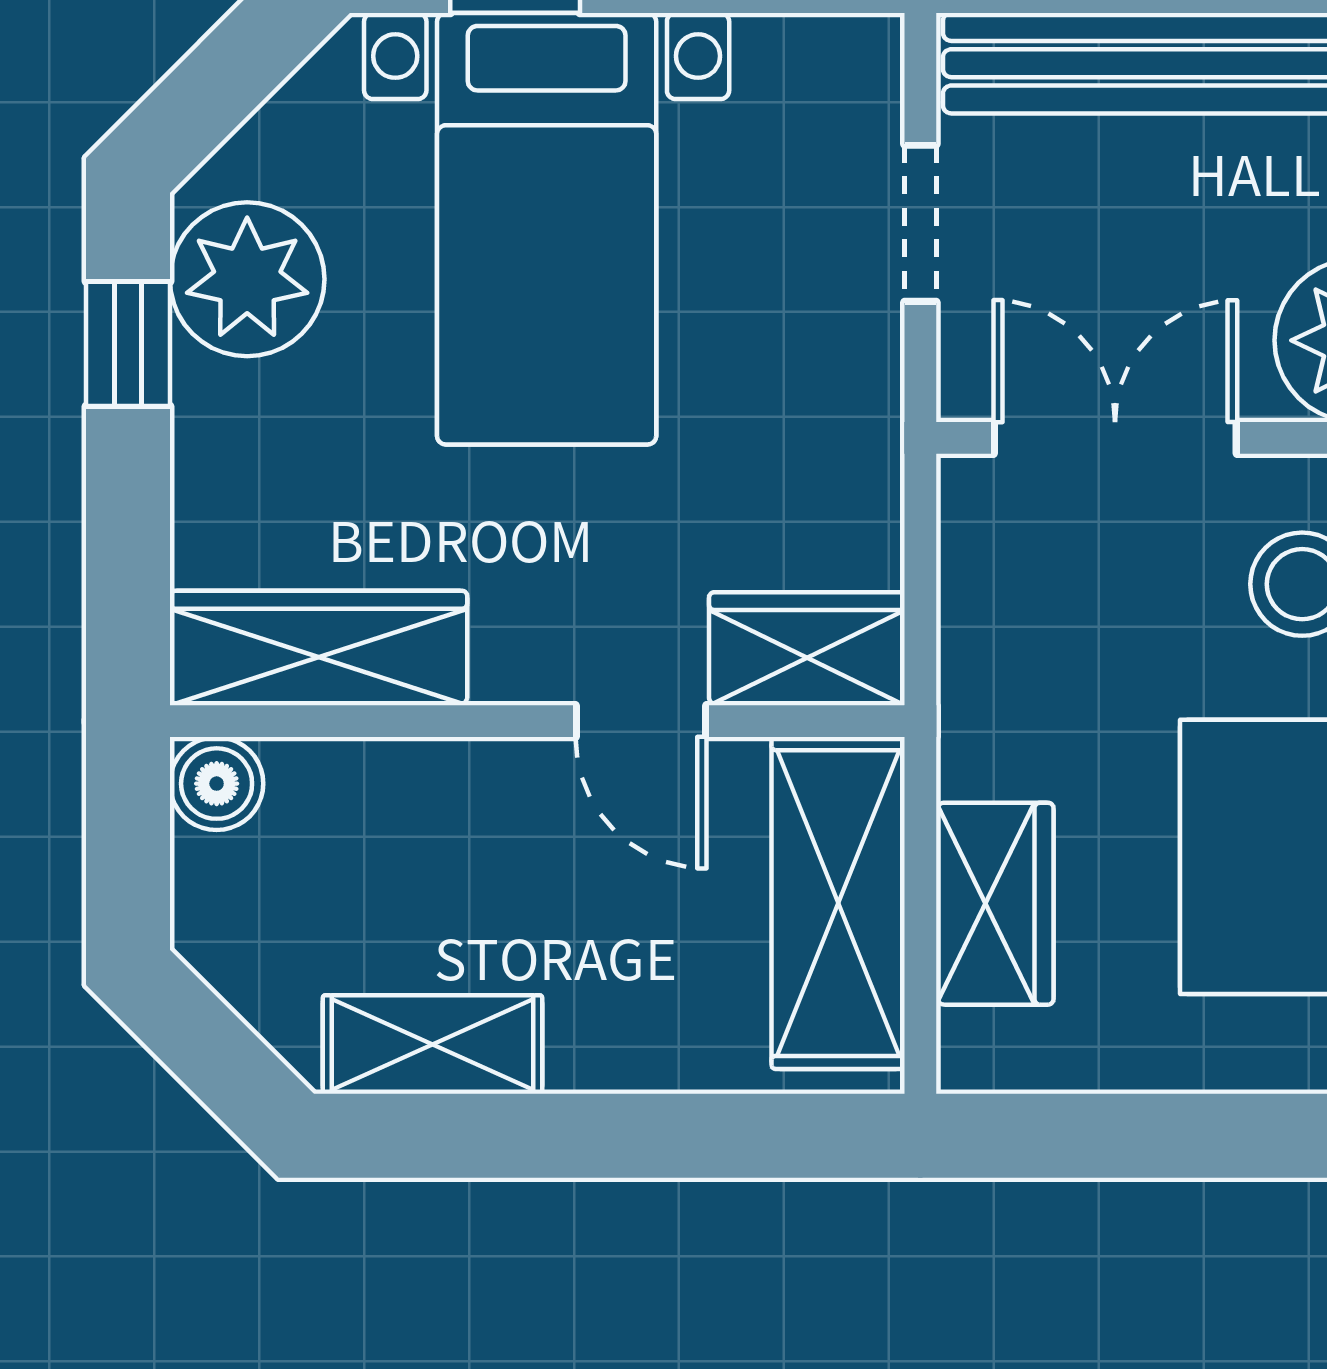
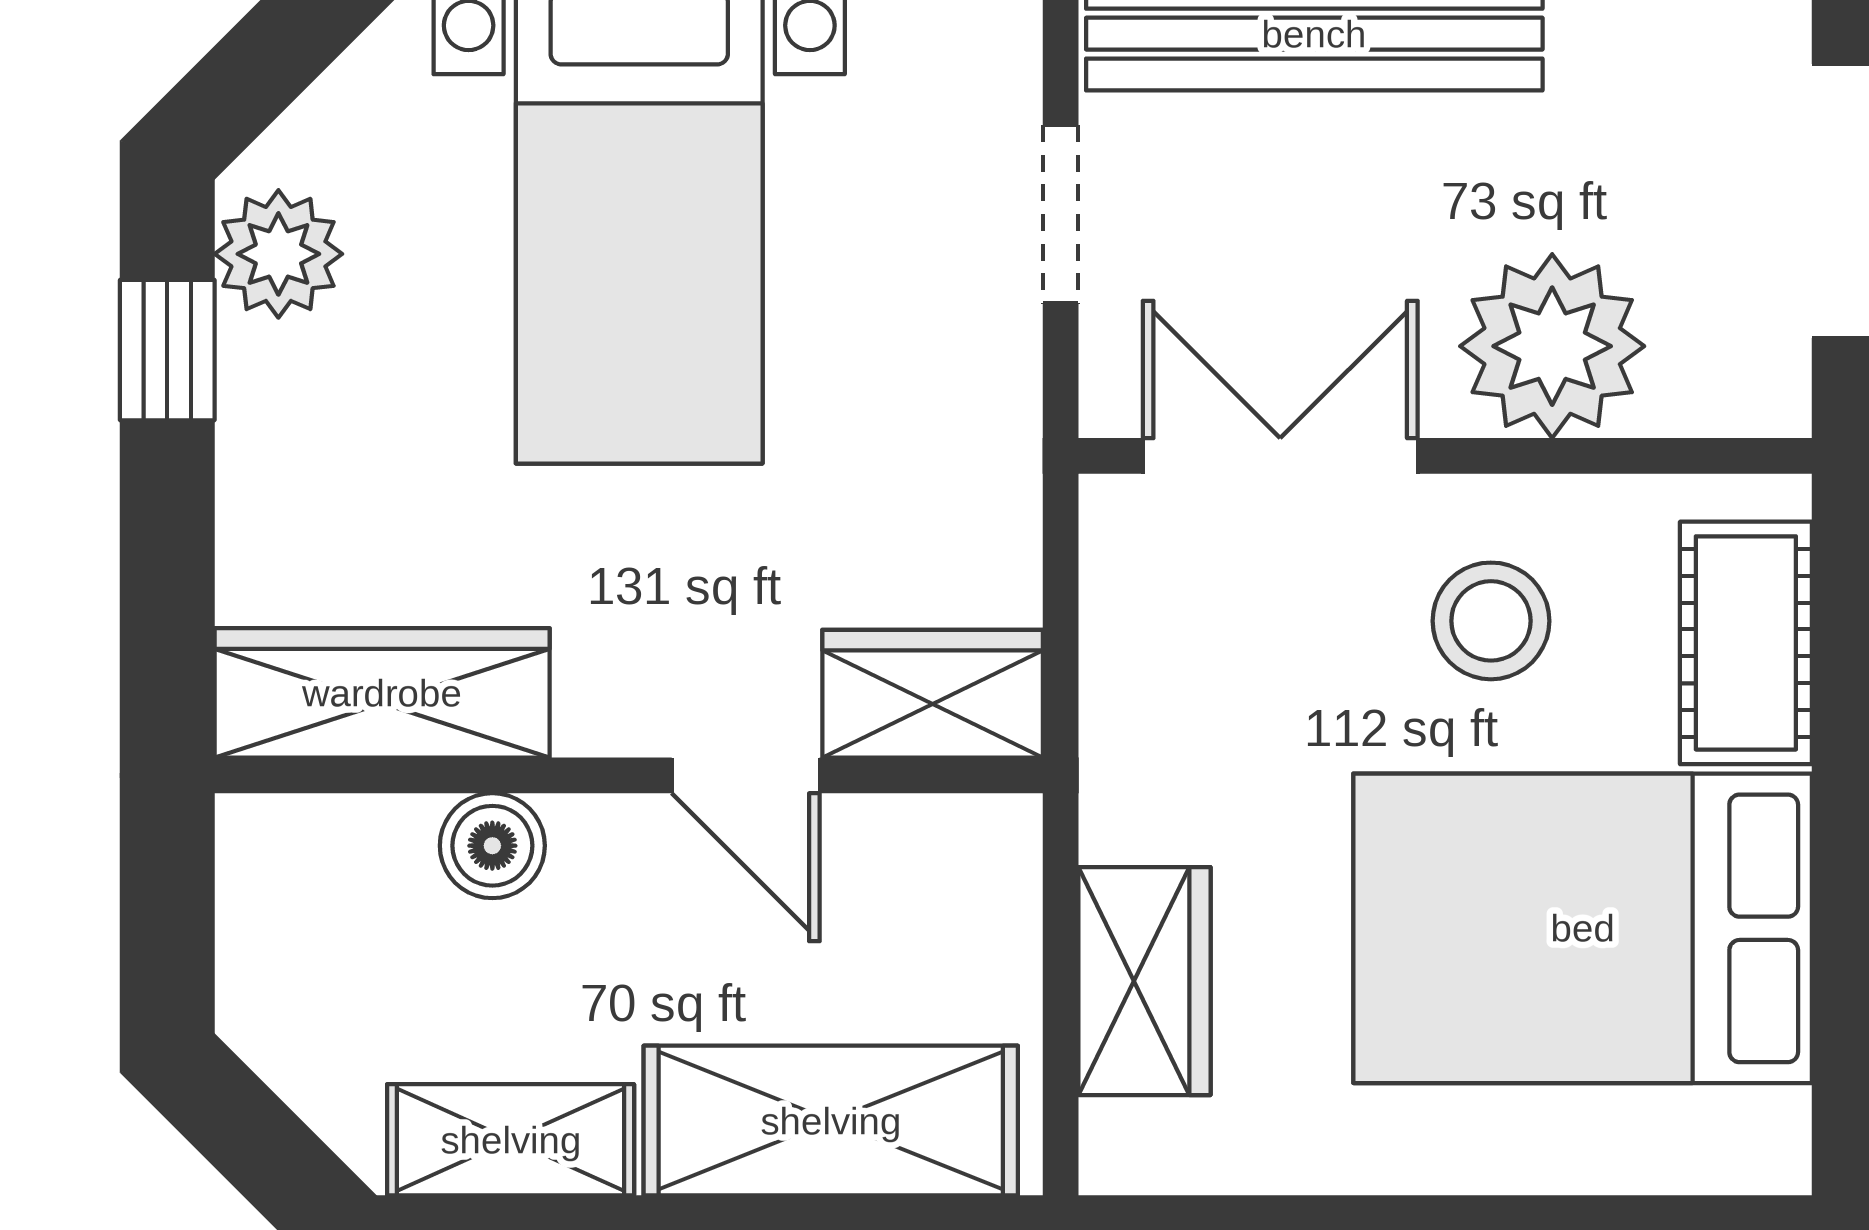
plant: (247, 279) -> (278, 254), width x0.73, depth x0.73
boiler: (217, 784) -> (492, 846), moved
shelving: (838, 903) -> (831, 1121), moved, turned 90

